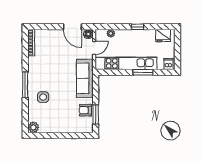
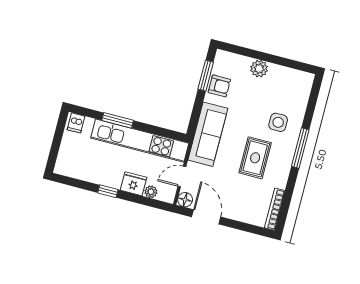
fridge: (163, 36) -> (134, 184), moved
rug: (52, 71) -> (255, 158), added
plant: (33, 127) -> (259, 69), moved

